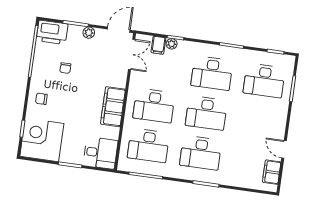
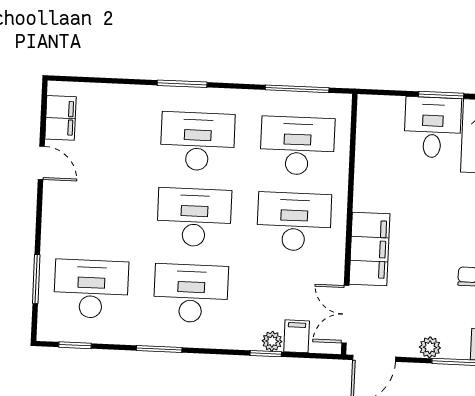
filing cabinet: (113, 107) -> (369, 249), moved
desk: (100, 153) -> (433, 127), moved, turned 90

